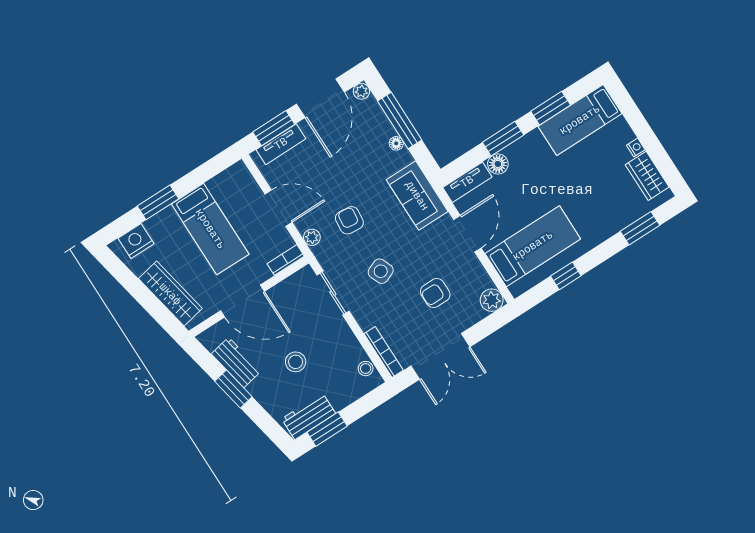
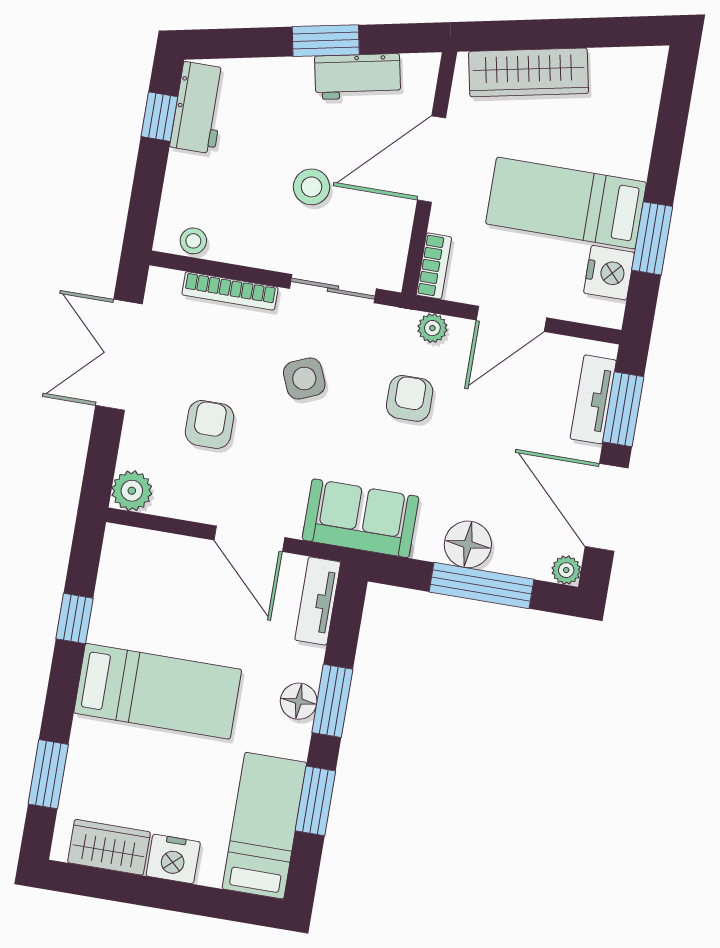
floor lamp: (396, 143) -> (468, 544), width x1.89, depth x1.89
nightstand: (636, 147) -> (173, 859), width x1.89, depth x1.79
floor lamp: (498, 164) -> (299, 701), moved
window: (158, 202) -> (652, 238), moved
armchair: (349, 220) -> (410, 398), turned -96
nightstand: (136, 241) -> (609, 273), moved
bed: (533, 246) -> (158, 691), moved, turned -90
bookcase: (384, 352) -> (230, 291), moved
stool: (296, 362) -> (312, 187), moved
window: (327, 429) -> (159, 117), width x0.67

